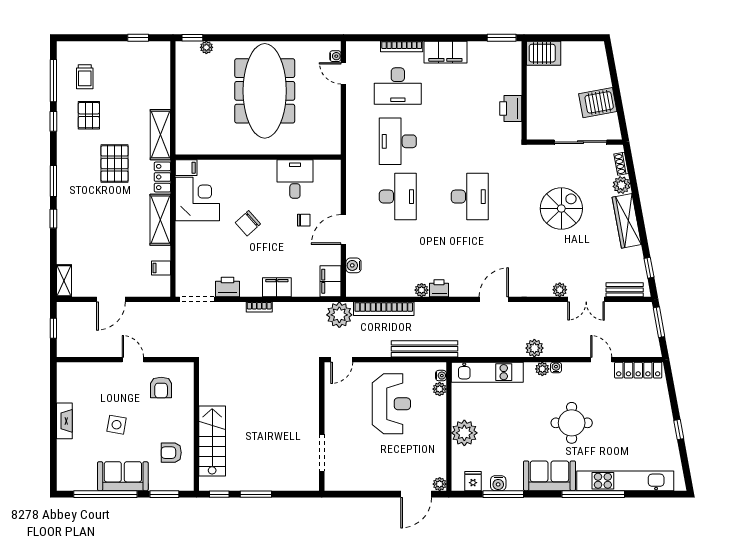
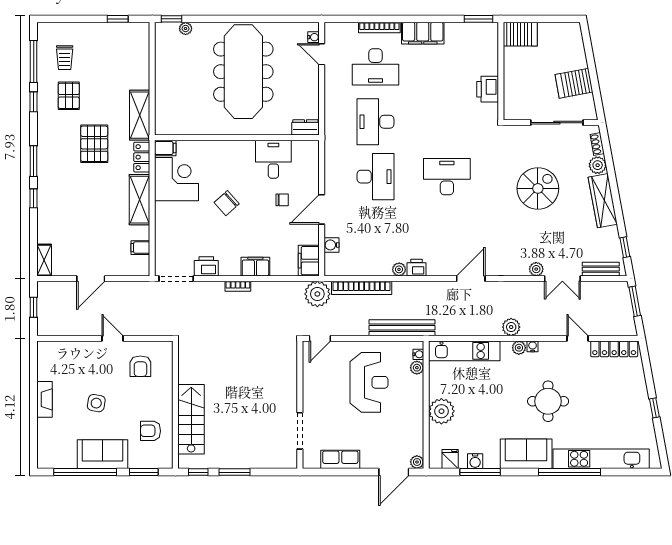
dresser: (327, 147) -> (305, 127), added
desk: (470, 197) -> (447, 177), turned -90
row of seats: (362, 481) -> (340, 459), added

